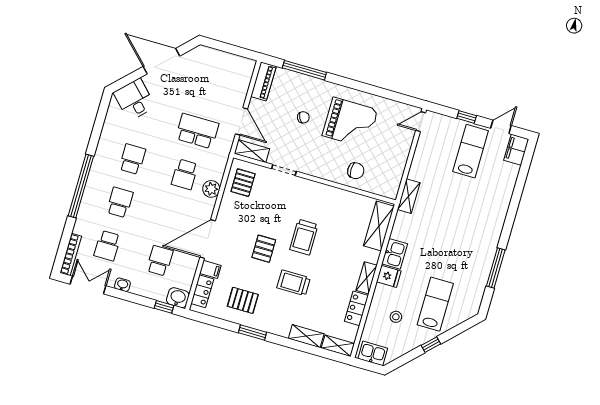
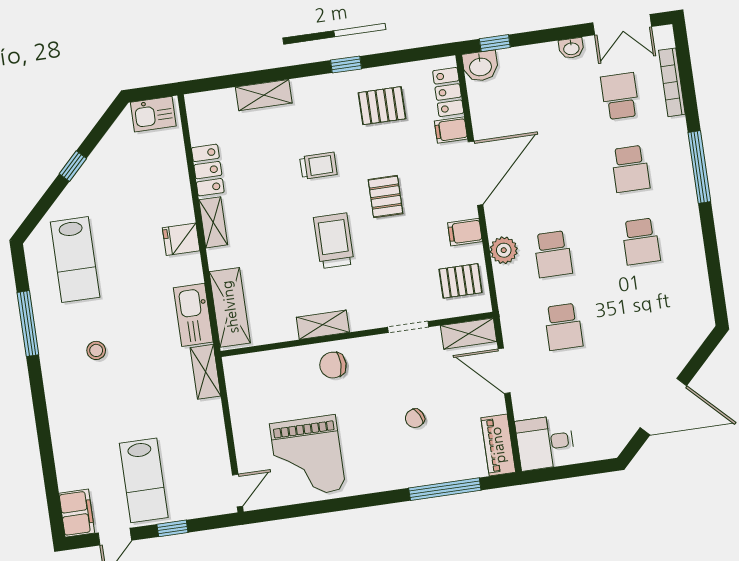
desk: (134, 100) -> (545, 443), moved, turned 135
grand piano: (350, 123) -> (308, 457), moved, turned -90
school desk: (197, 131) -> (563, 327), width x0.54
chair: (356, 171) -> (333, 365), moved
school desk: (185, 174) -> (553, 254), turned 180
pallet: (243, 183) -> (461, 281), turned 90
window: (81, 186) -> (699, 167), width x0.68
filing cabinet: (228, 209) -> (465, 232), added
bookcase: (71, 254) -> (672, 82), moved
kitchen sink: (395, 254) -> (193, 315), moved, width x1.38
school desk: (160, 261) -> (532, 109), removed
trolley: (294, 283) -> (318, 166), width x0.73, depth x0.72
lab bench: (435, 304) -> (75, 260), moved
stool: (396, 317) -> (96, 350), moved
window: (253, 333) -> (346, 64), width x0.67
shelving: (338, 346) -> (323, 325), moved

